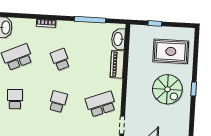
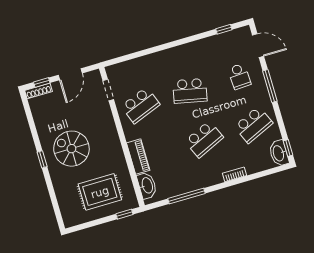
window: (155, 23) -> (124, 214), moved
rug: (171, 51) -> (100, 192), moved
school desk: (60, 59) -> (204, 139), width x1.85
school desk: (58, 102) -> (190, 91), width x1.85

